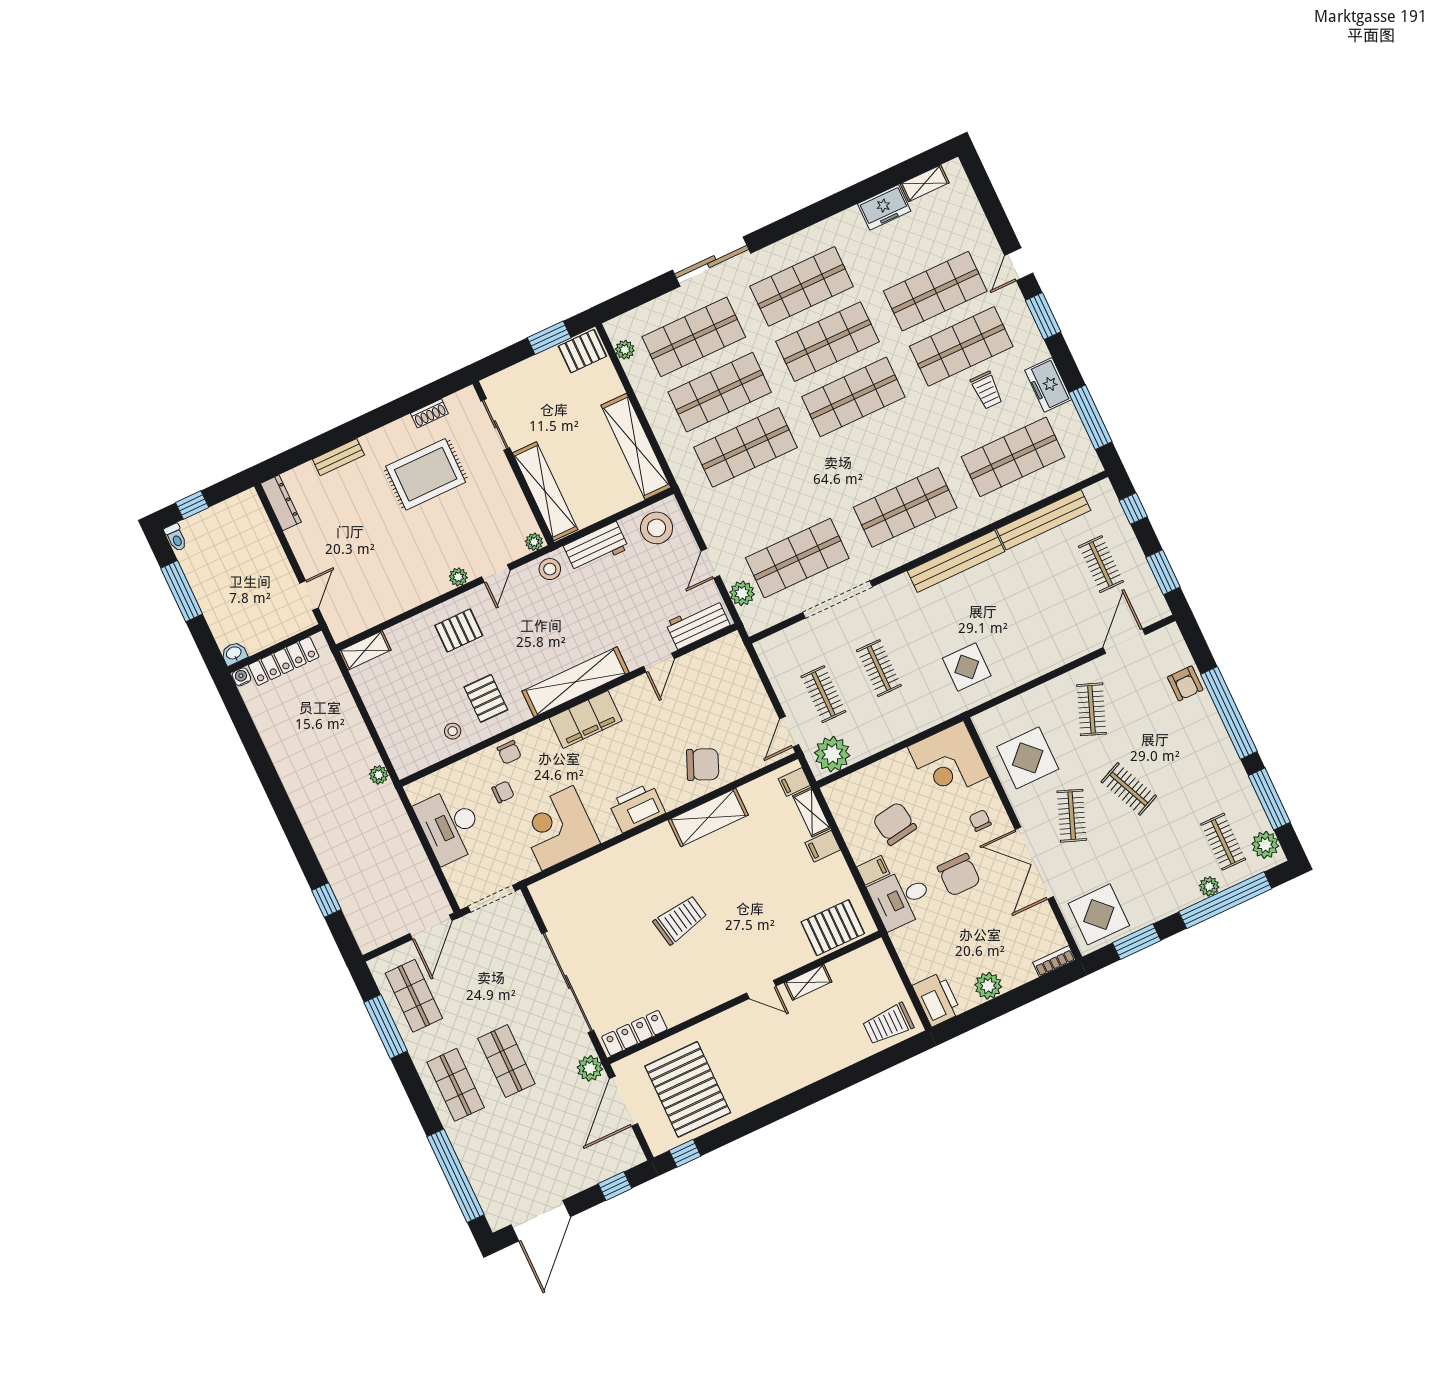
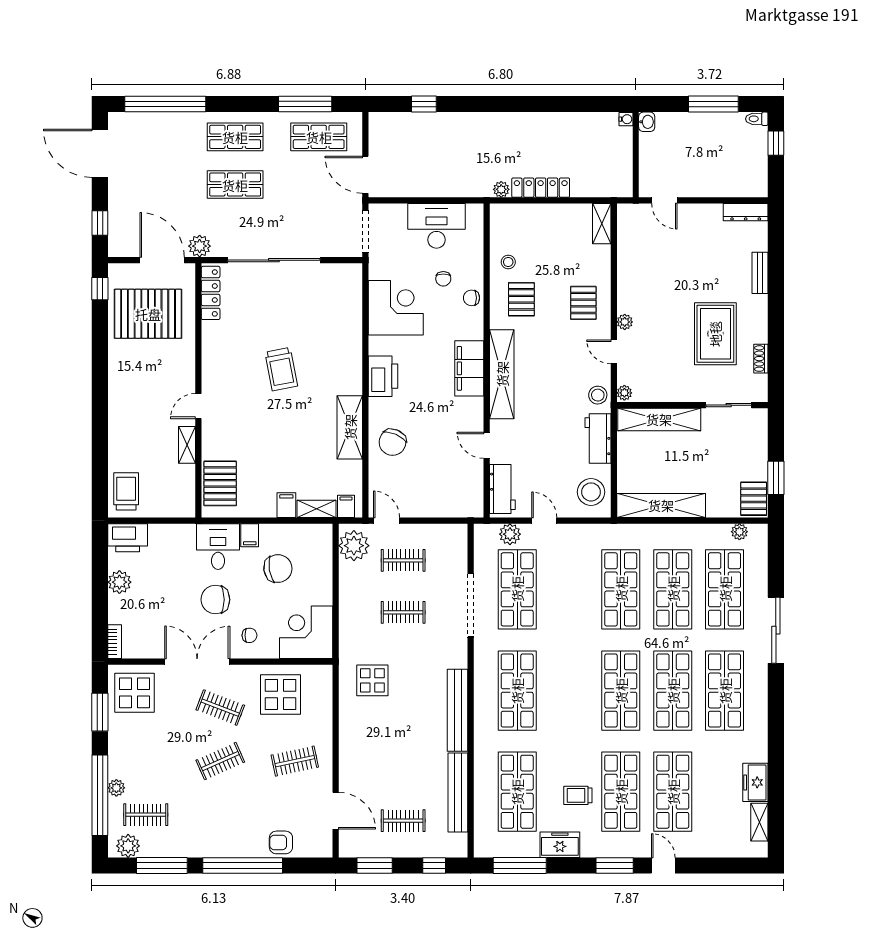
locker: (284, 661) -> (541, 188), moved, turned 90
pallet: (486, 698) -> (521, 299), turned 90
clothes rail: (1092, 709) -> (295, 761), turned -33

